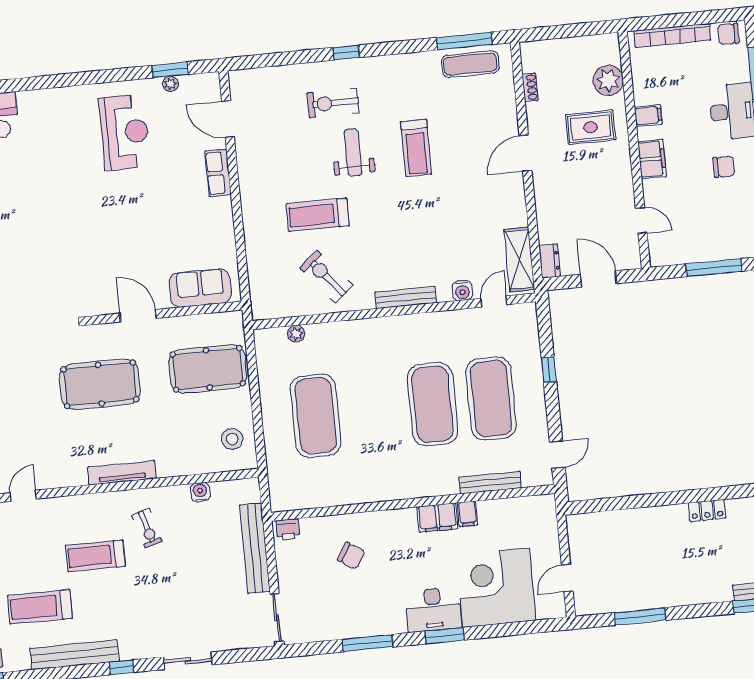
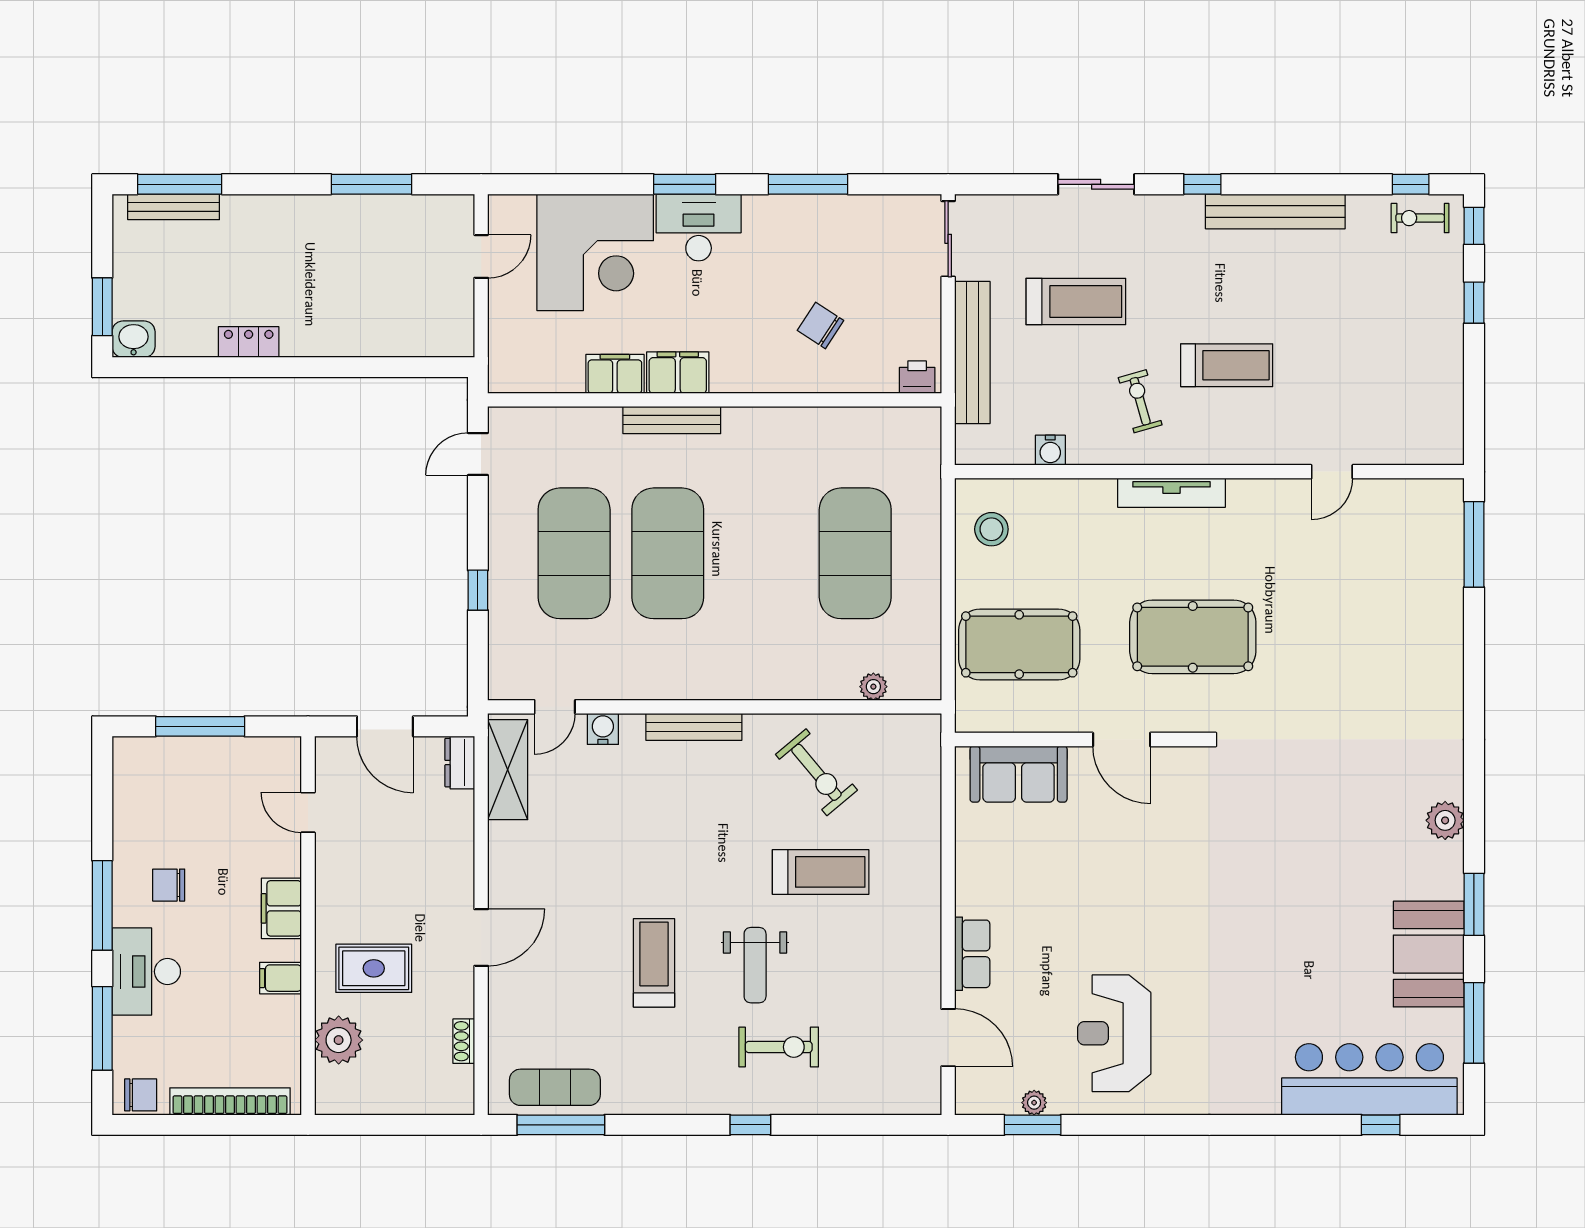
bench: (490, 483) -> (672, 420), moved
filing cabinet: (467, 514) -> (615, 374), width x2.00
treadmill: (40, 607) -> (1076, 301), moved

